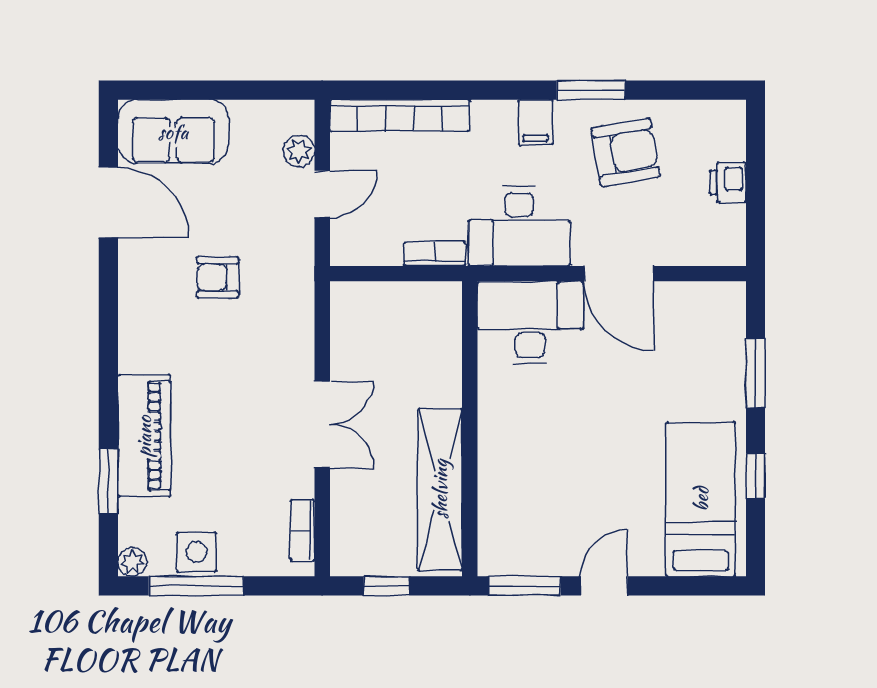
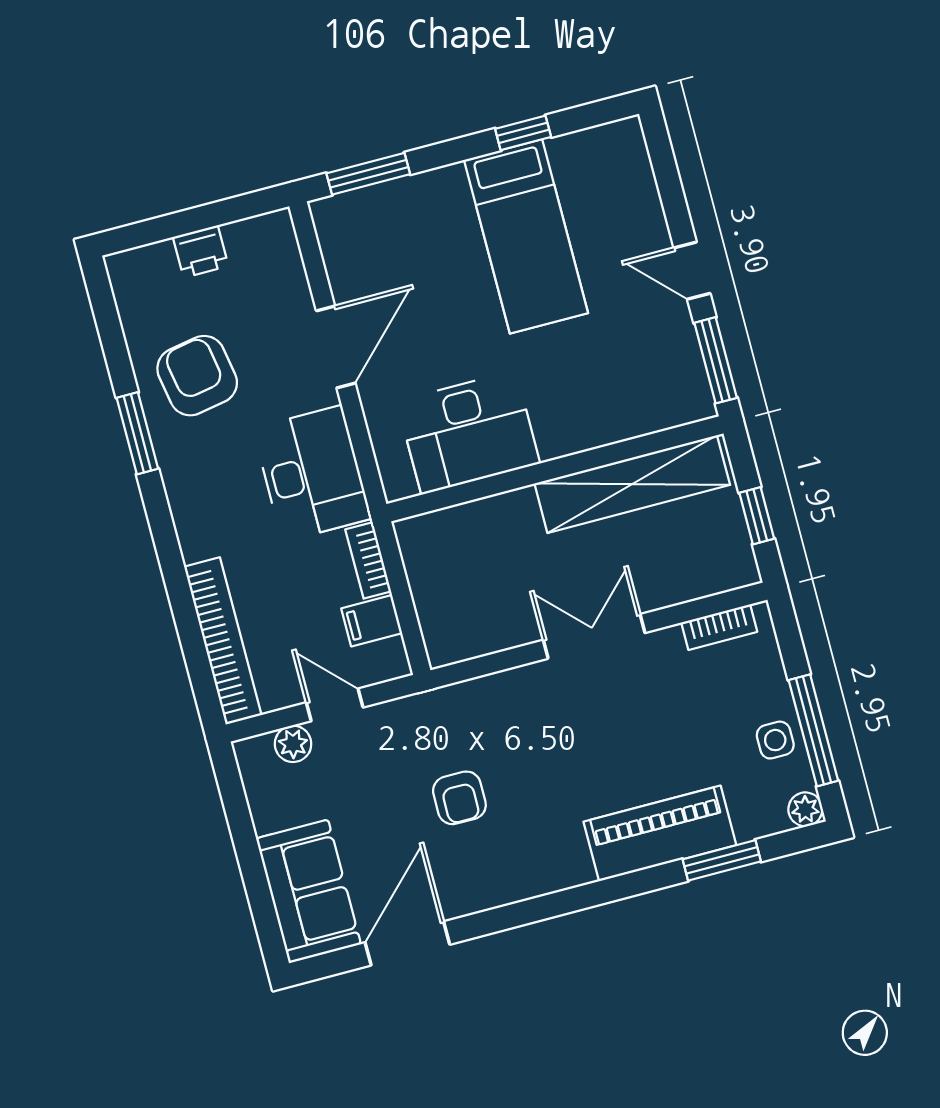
filing cabinet: (536, 122) -> (372, 621), moved, turned 180
desk: (530, 323) -> (469, 432), moved, turned -90
window: (756, 373) -> (368, 174), moved
bed: (701, 499) -> (526, 236), moved, turned -90
side table: (196, 552) -> (775, 740), width x0.73, depth x0.73

